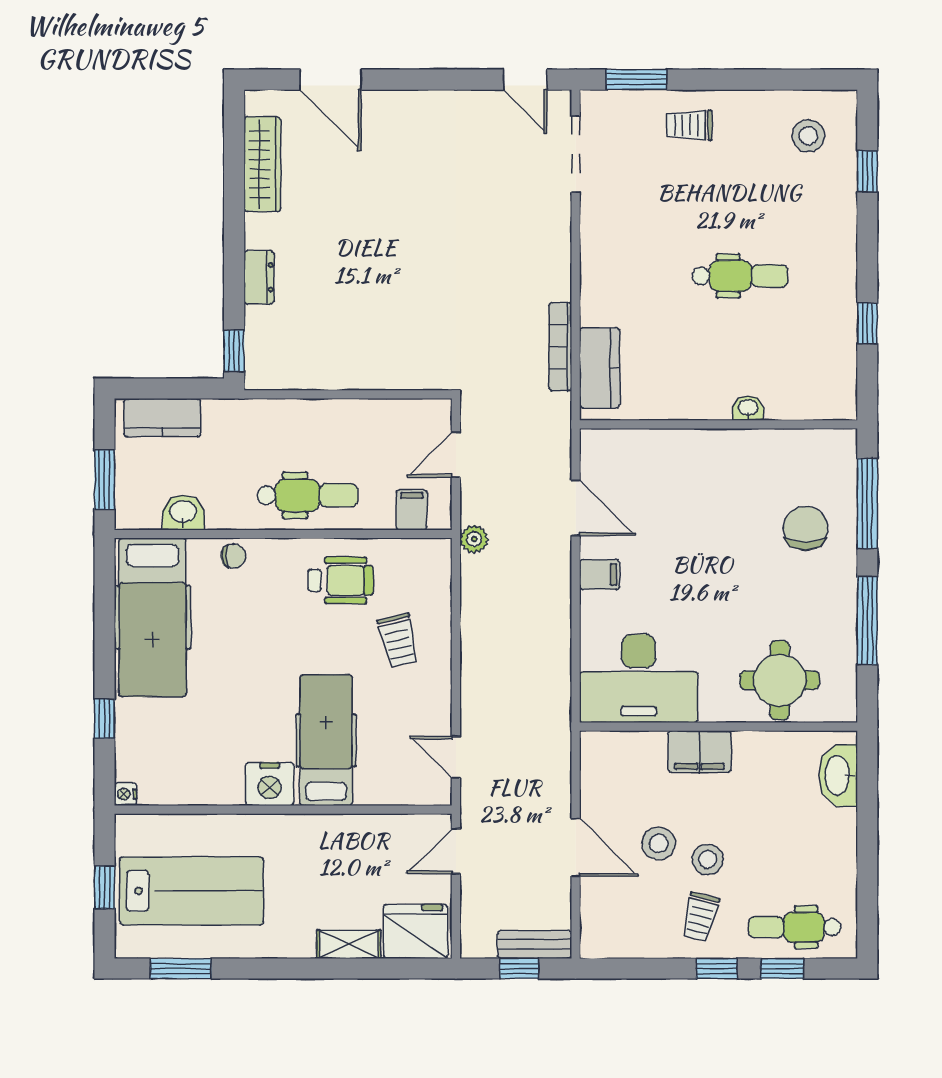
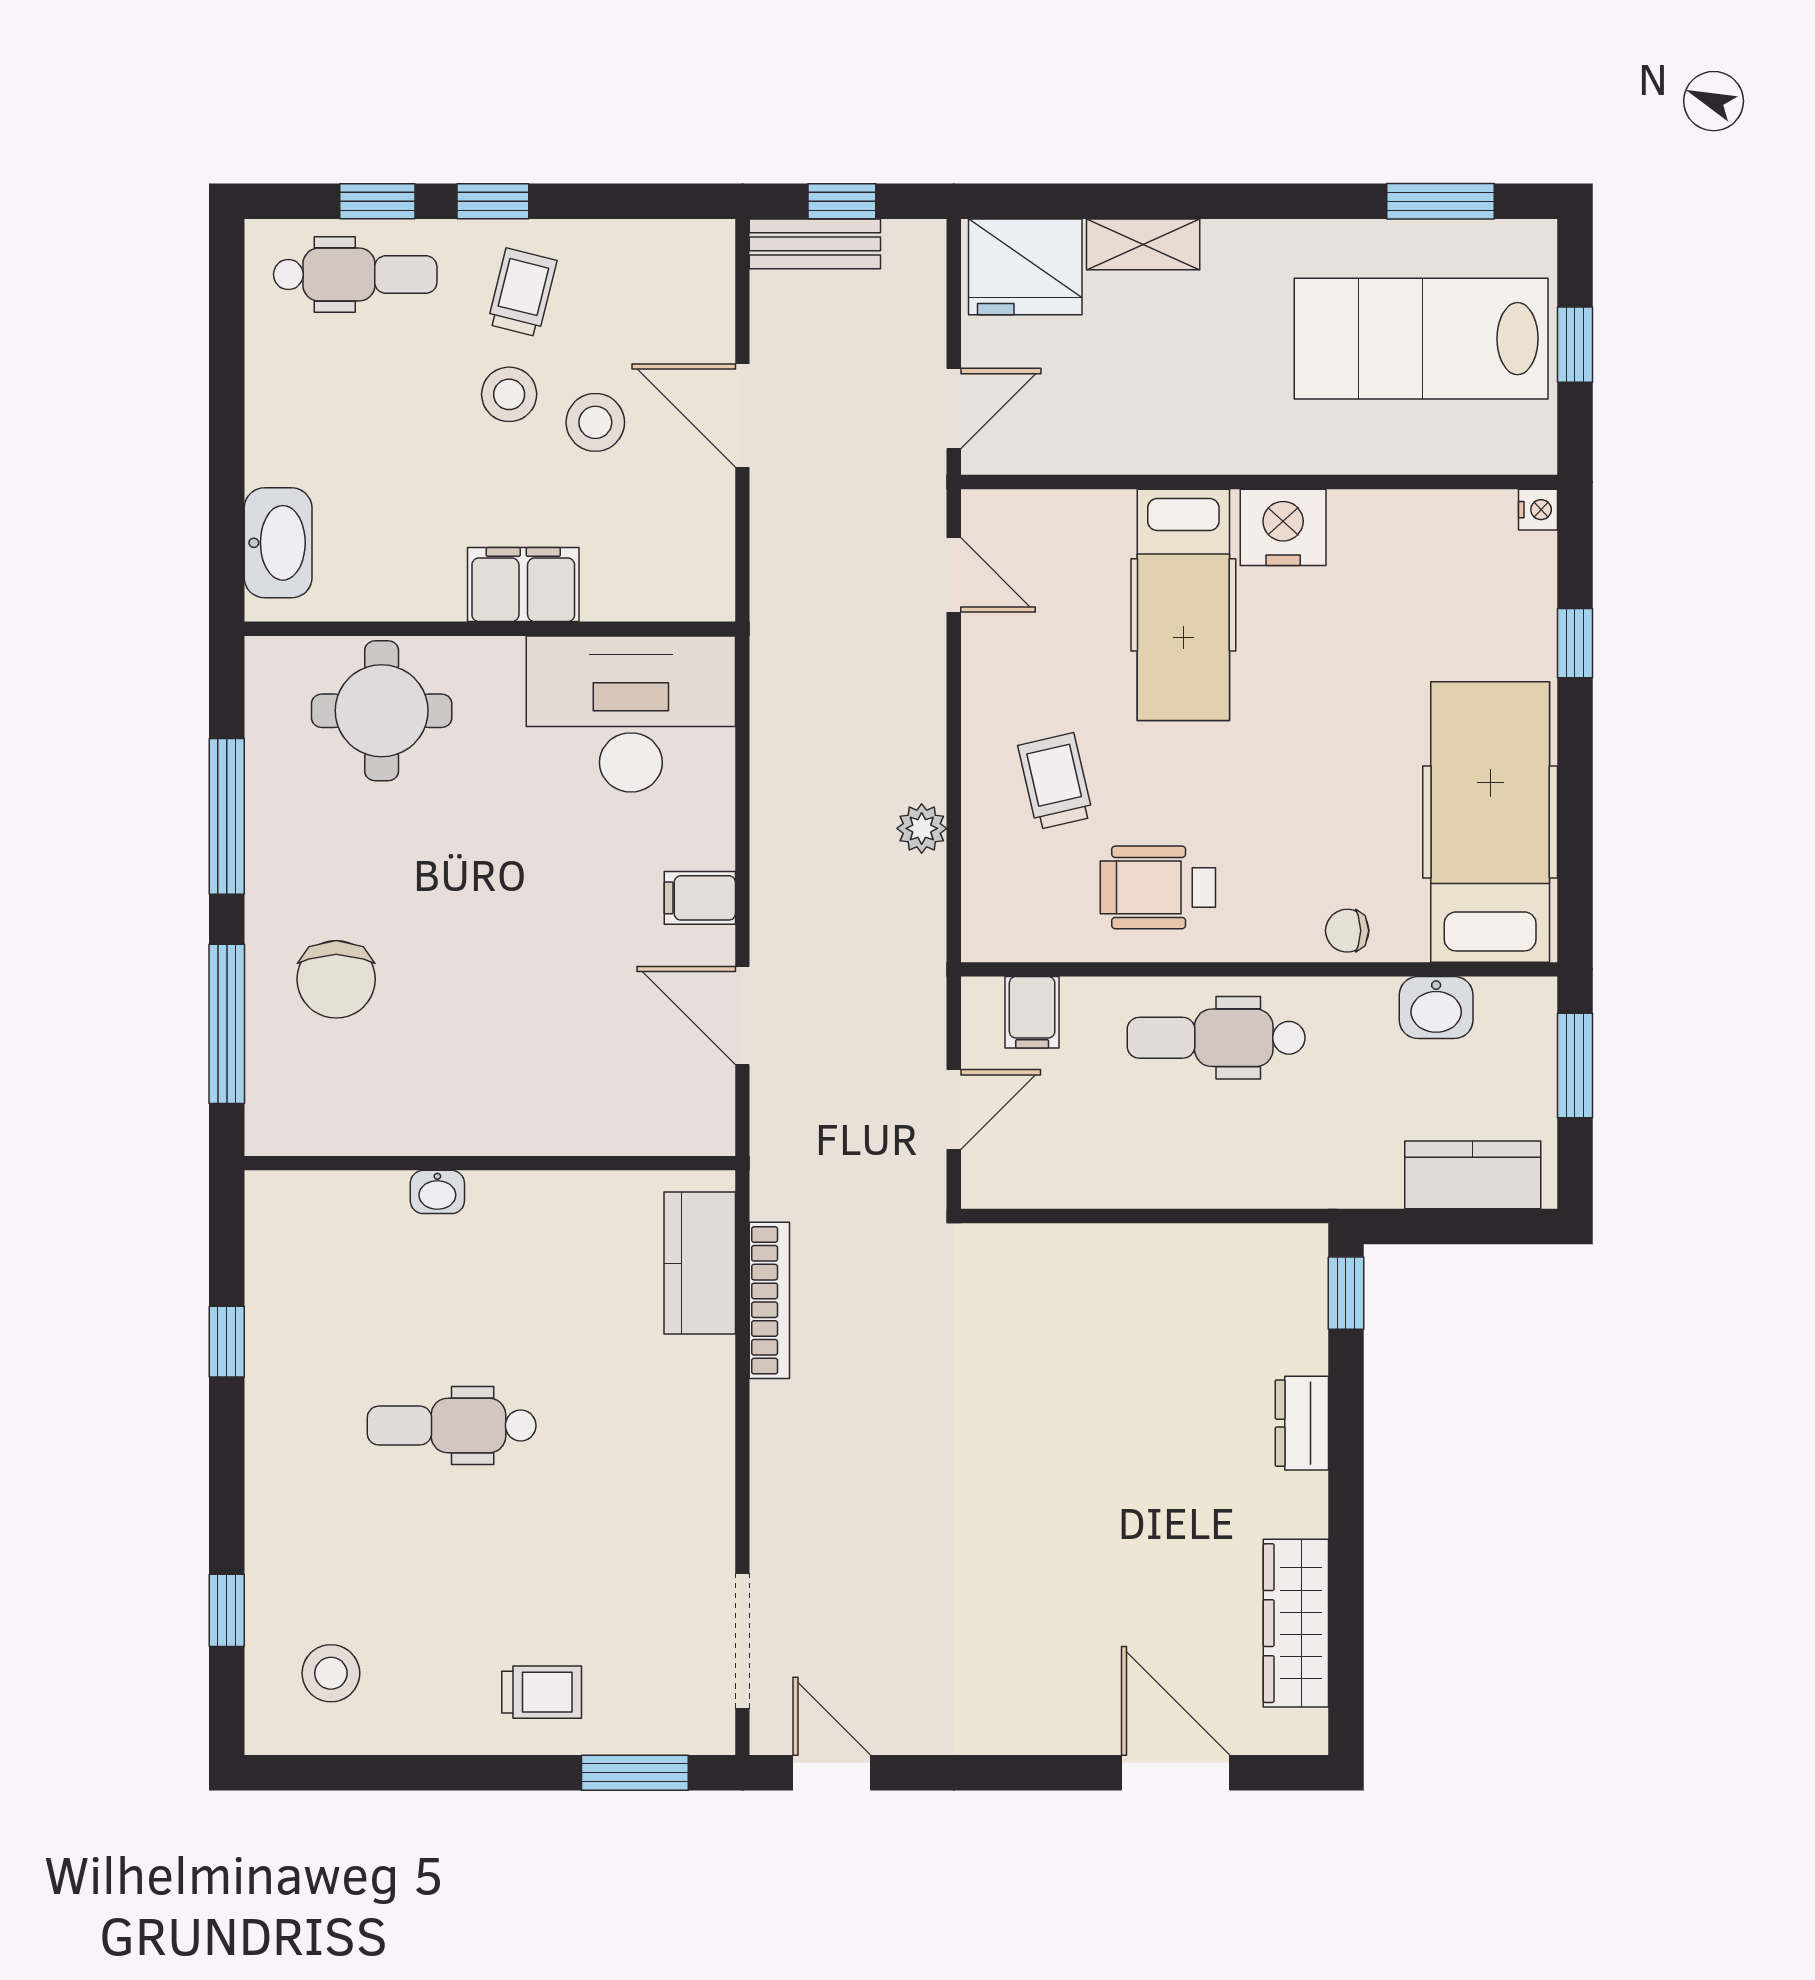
plant: (474, 539) -> (922, 828), moved

